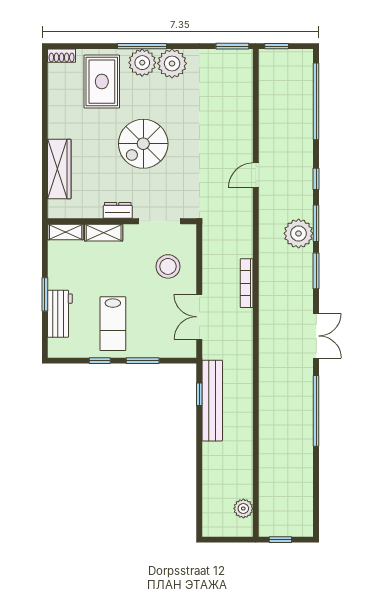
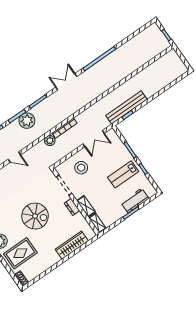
lab bench: (113, 324) -> (123, 174), turned 180
plant: (243, 508) -> (50, 141), moved

